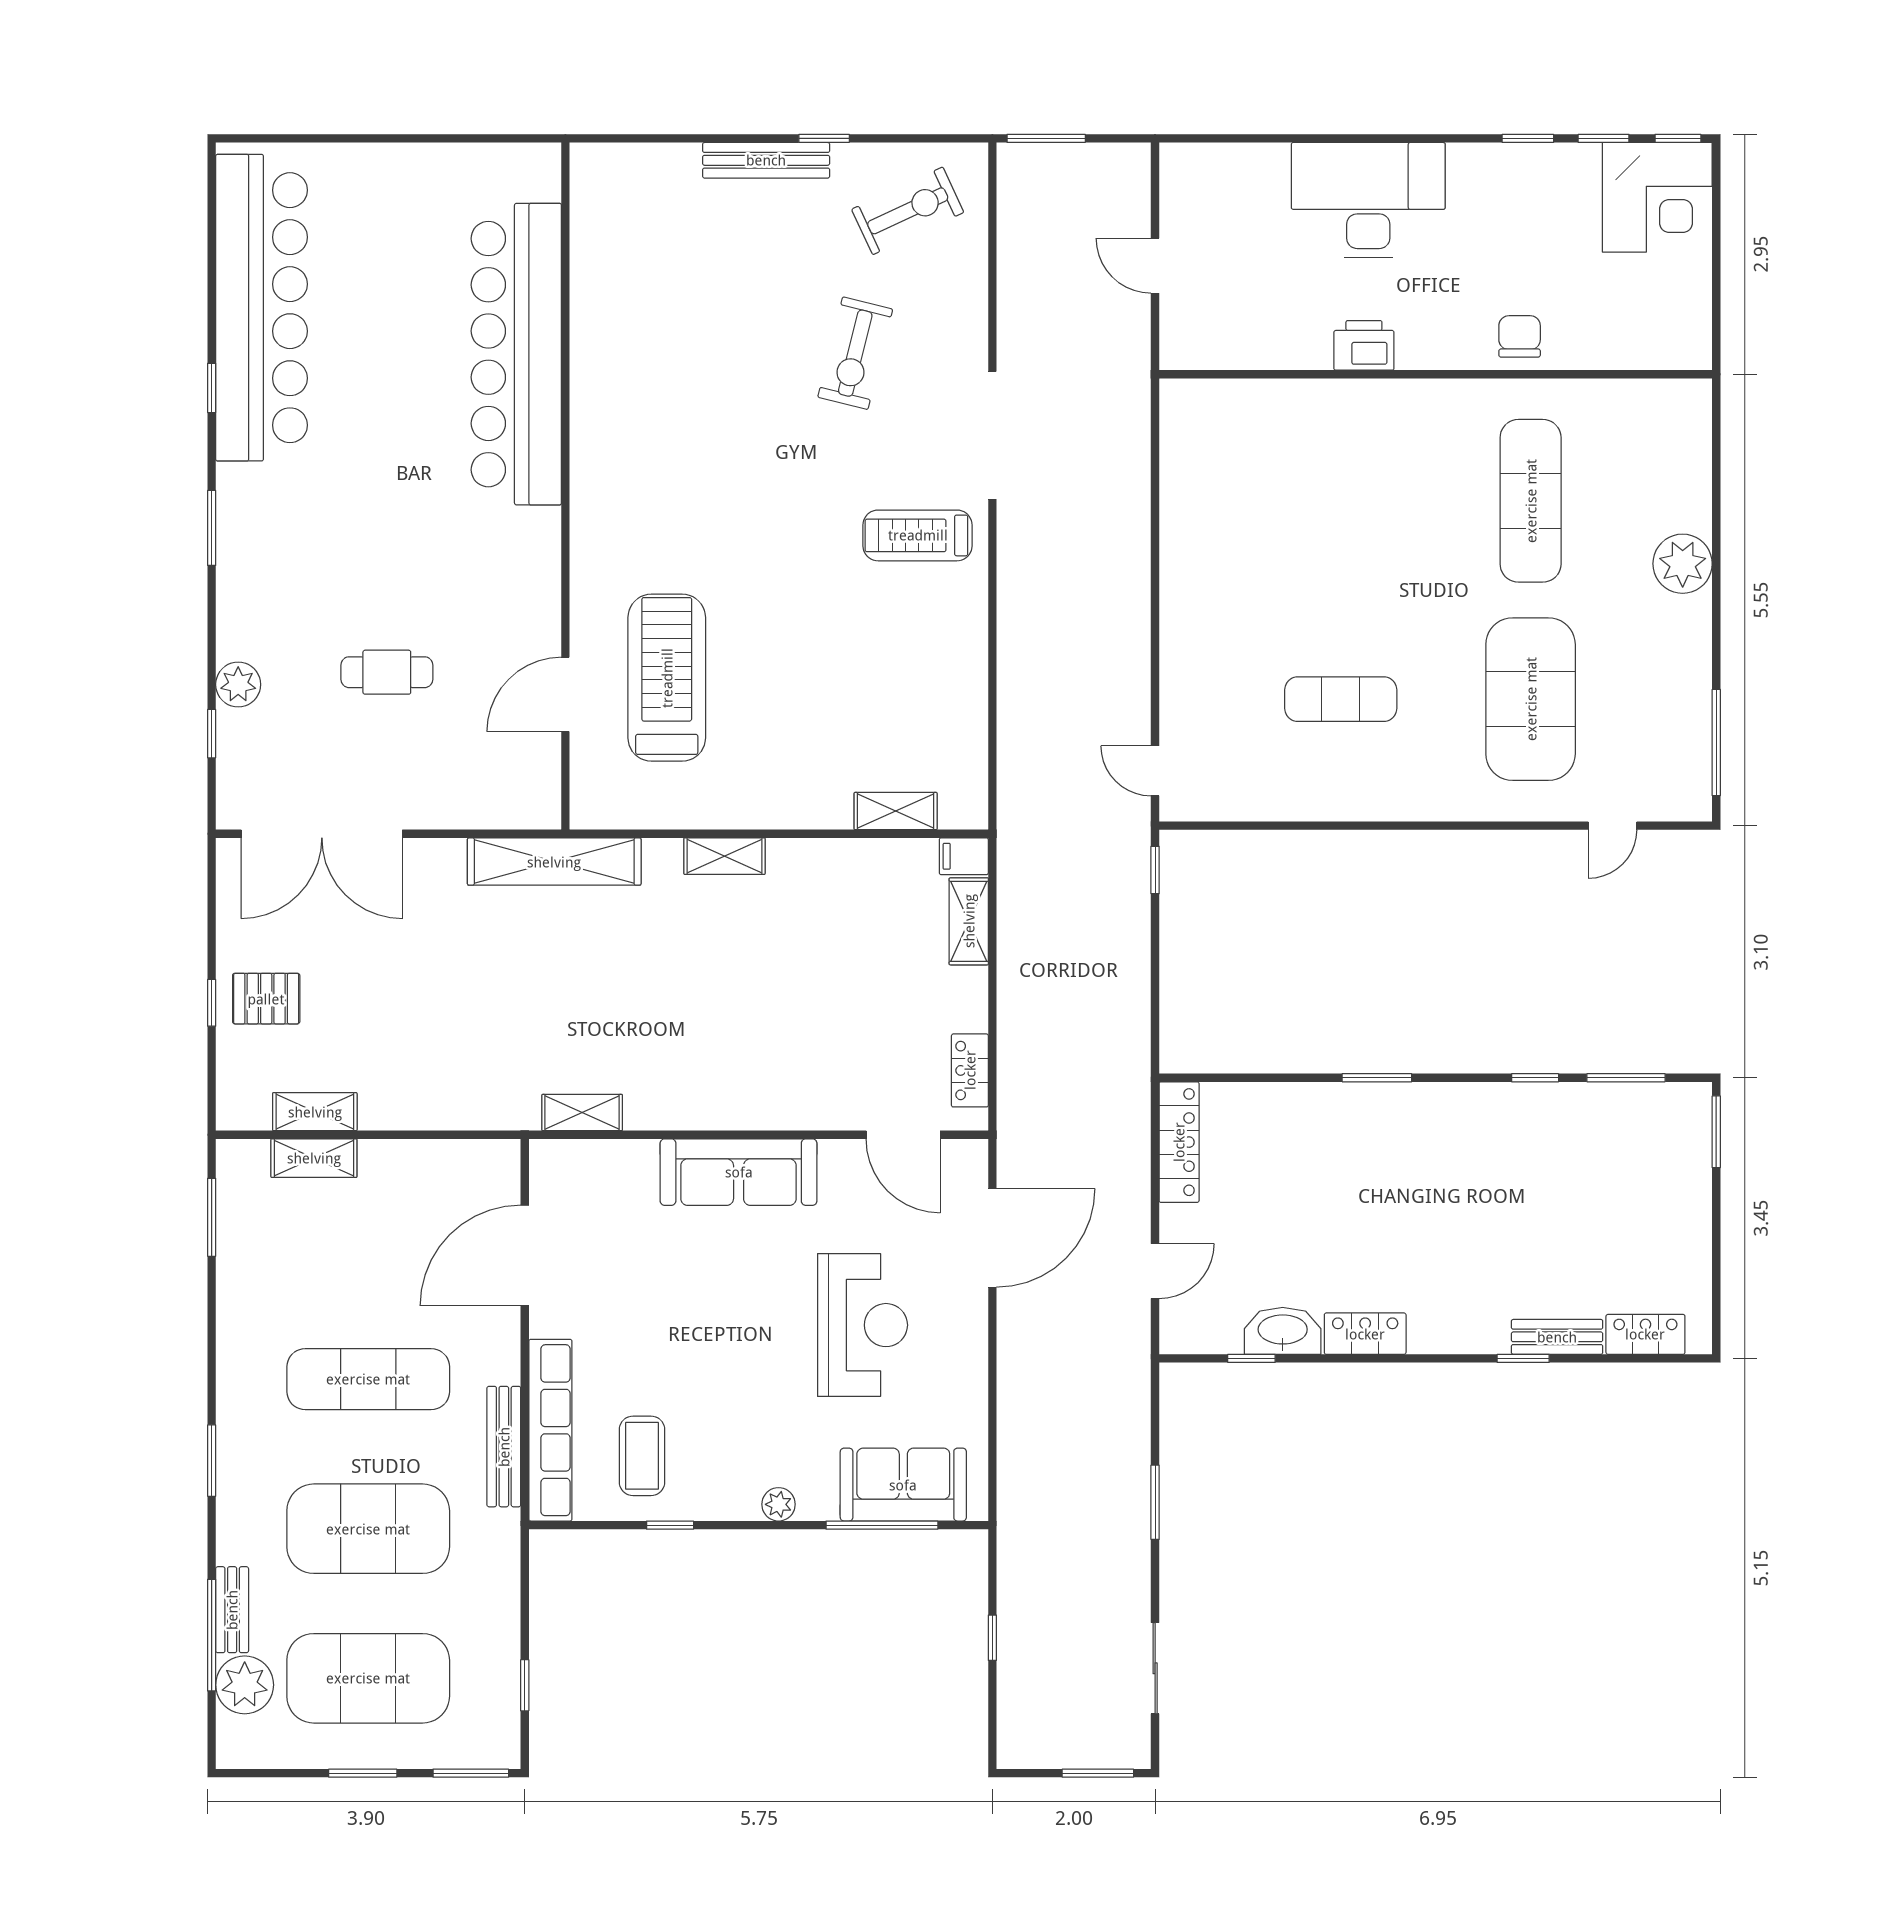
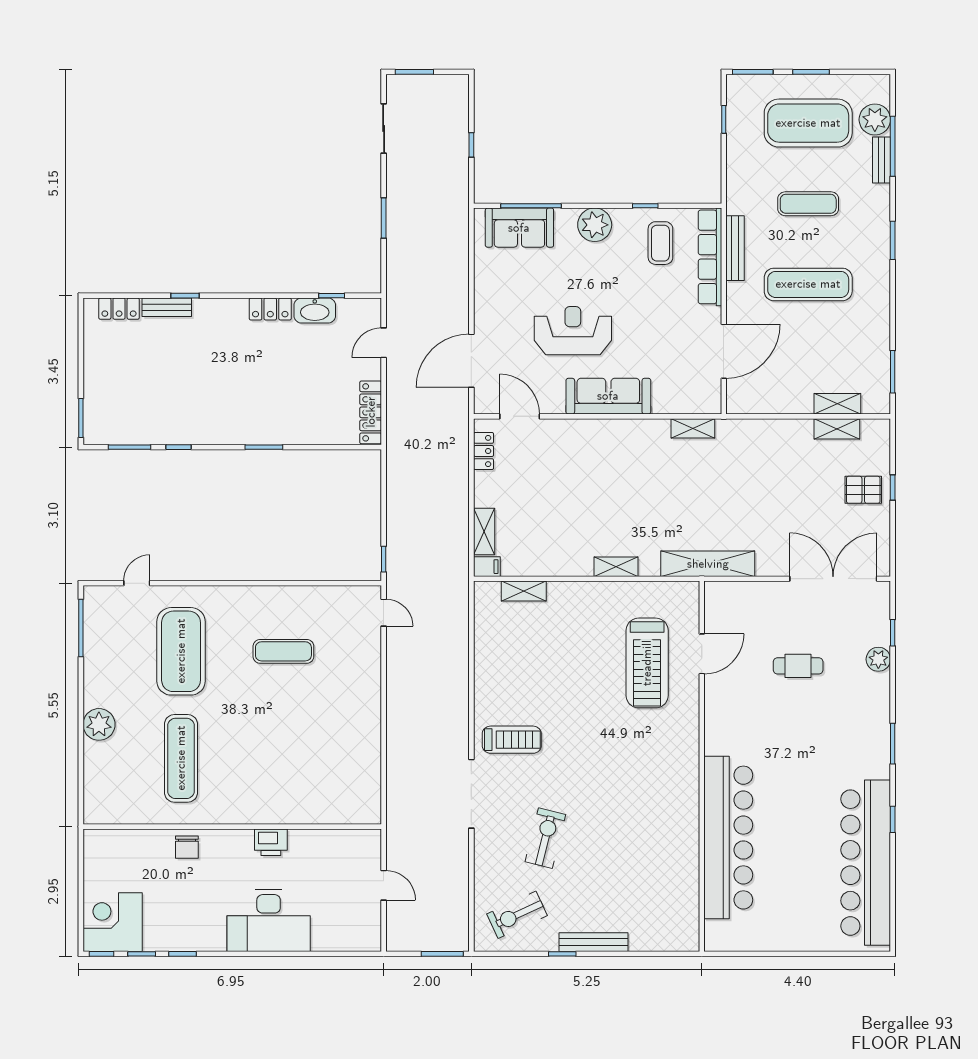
reception desk: (863, 1325) -> (573, 331), moved, turned 90
plant: (779, 1504) -> (595, 225), width x1.88, depth x1.88
exercise mat: (368, 1529) -> (808, 204), width x0.50, depth x0.69

